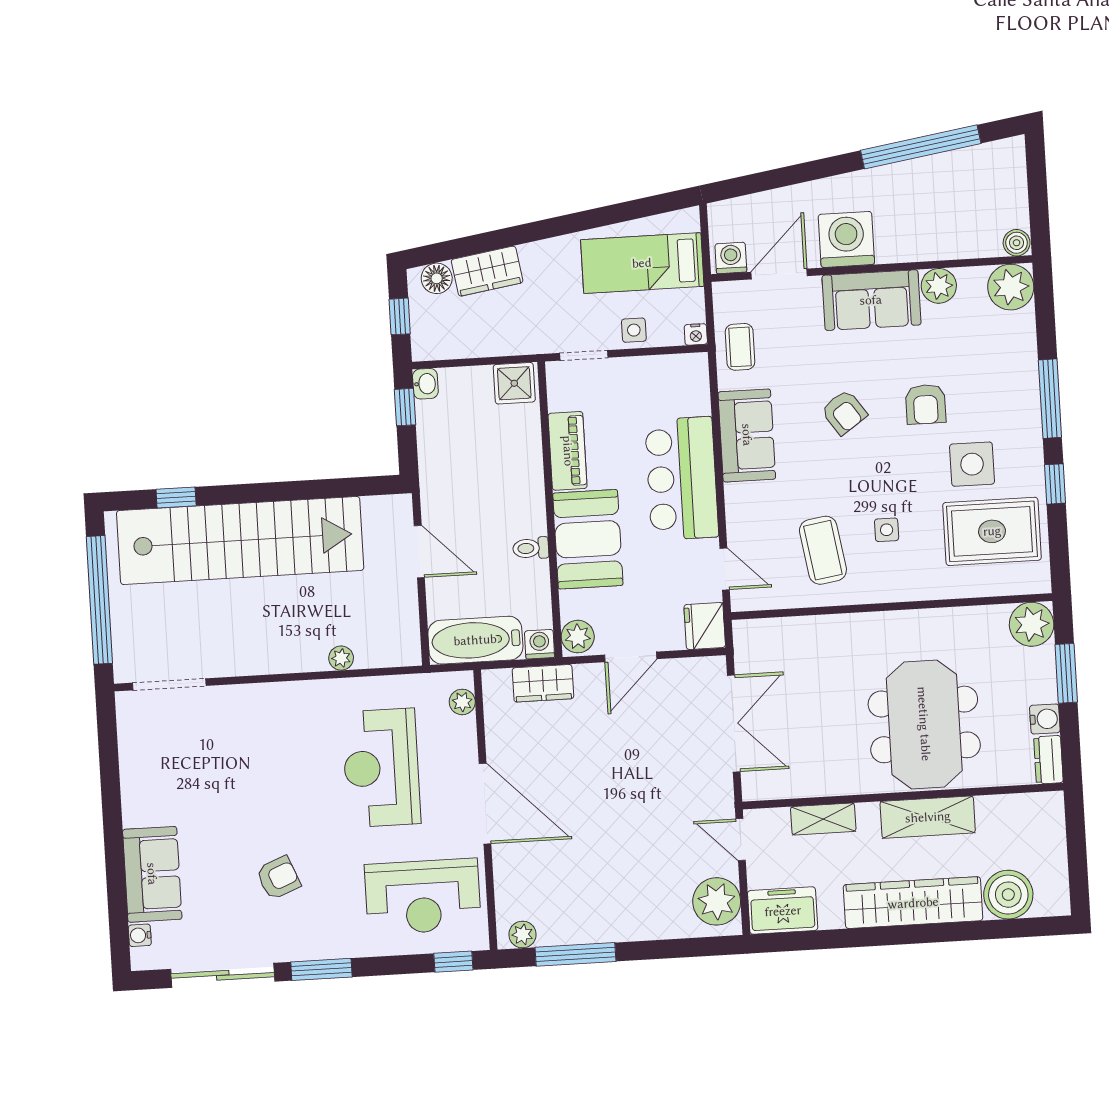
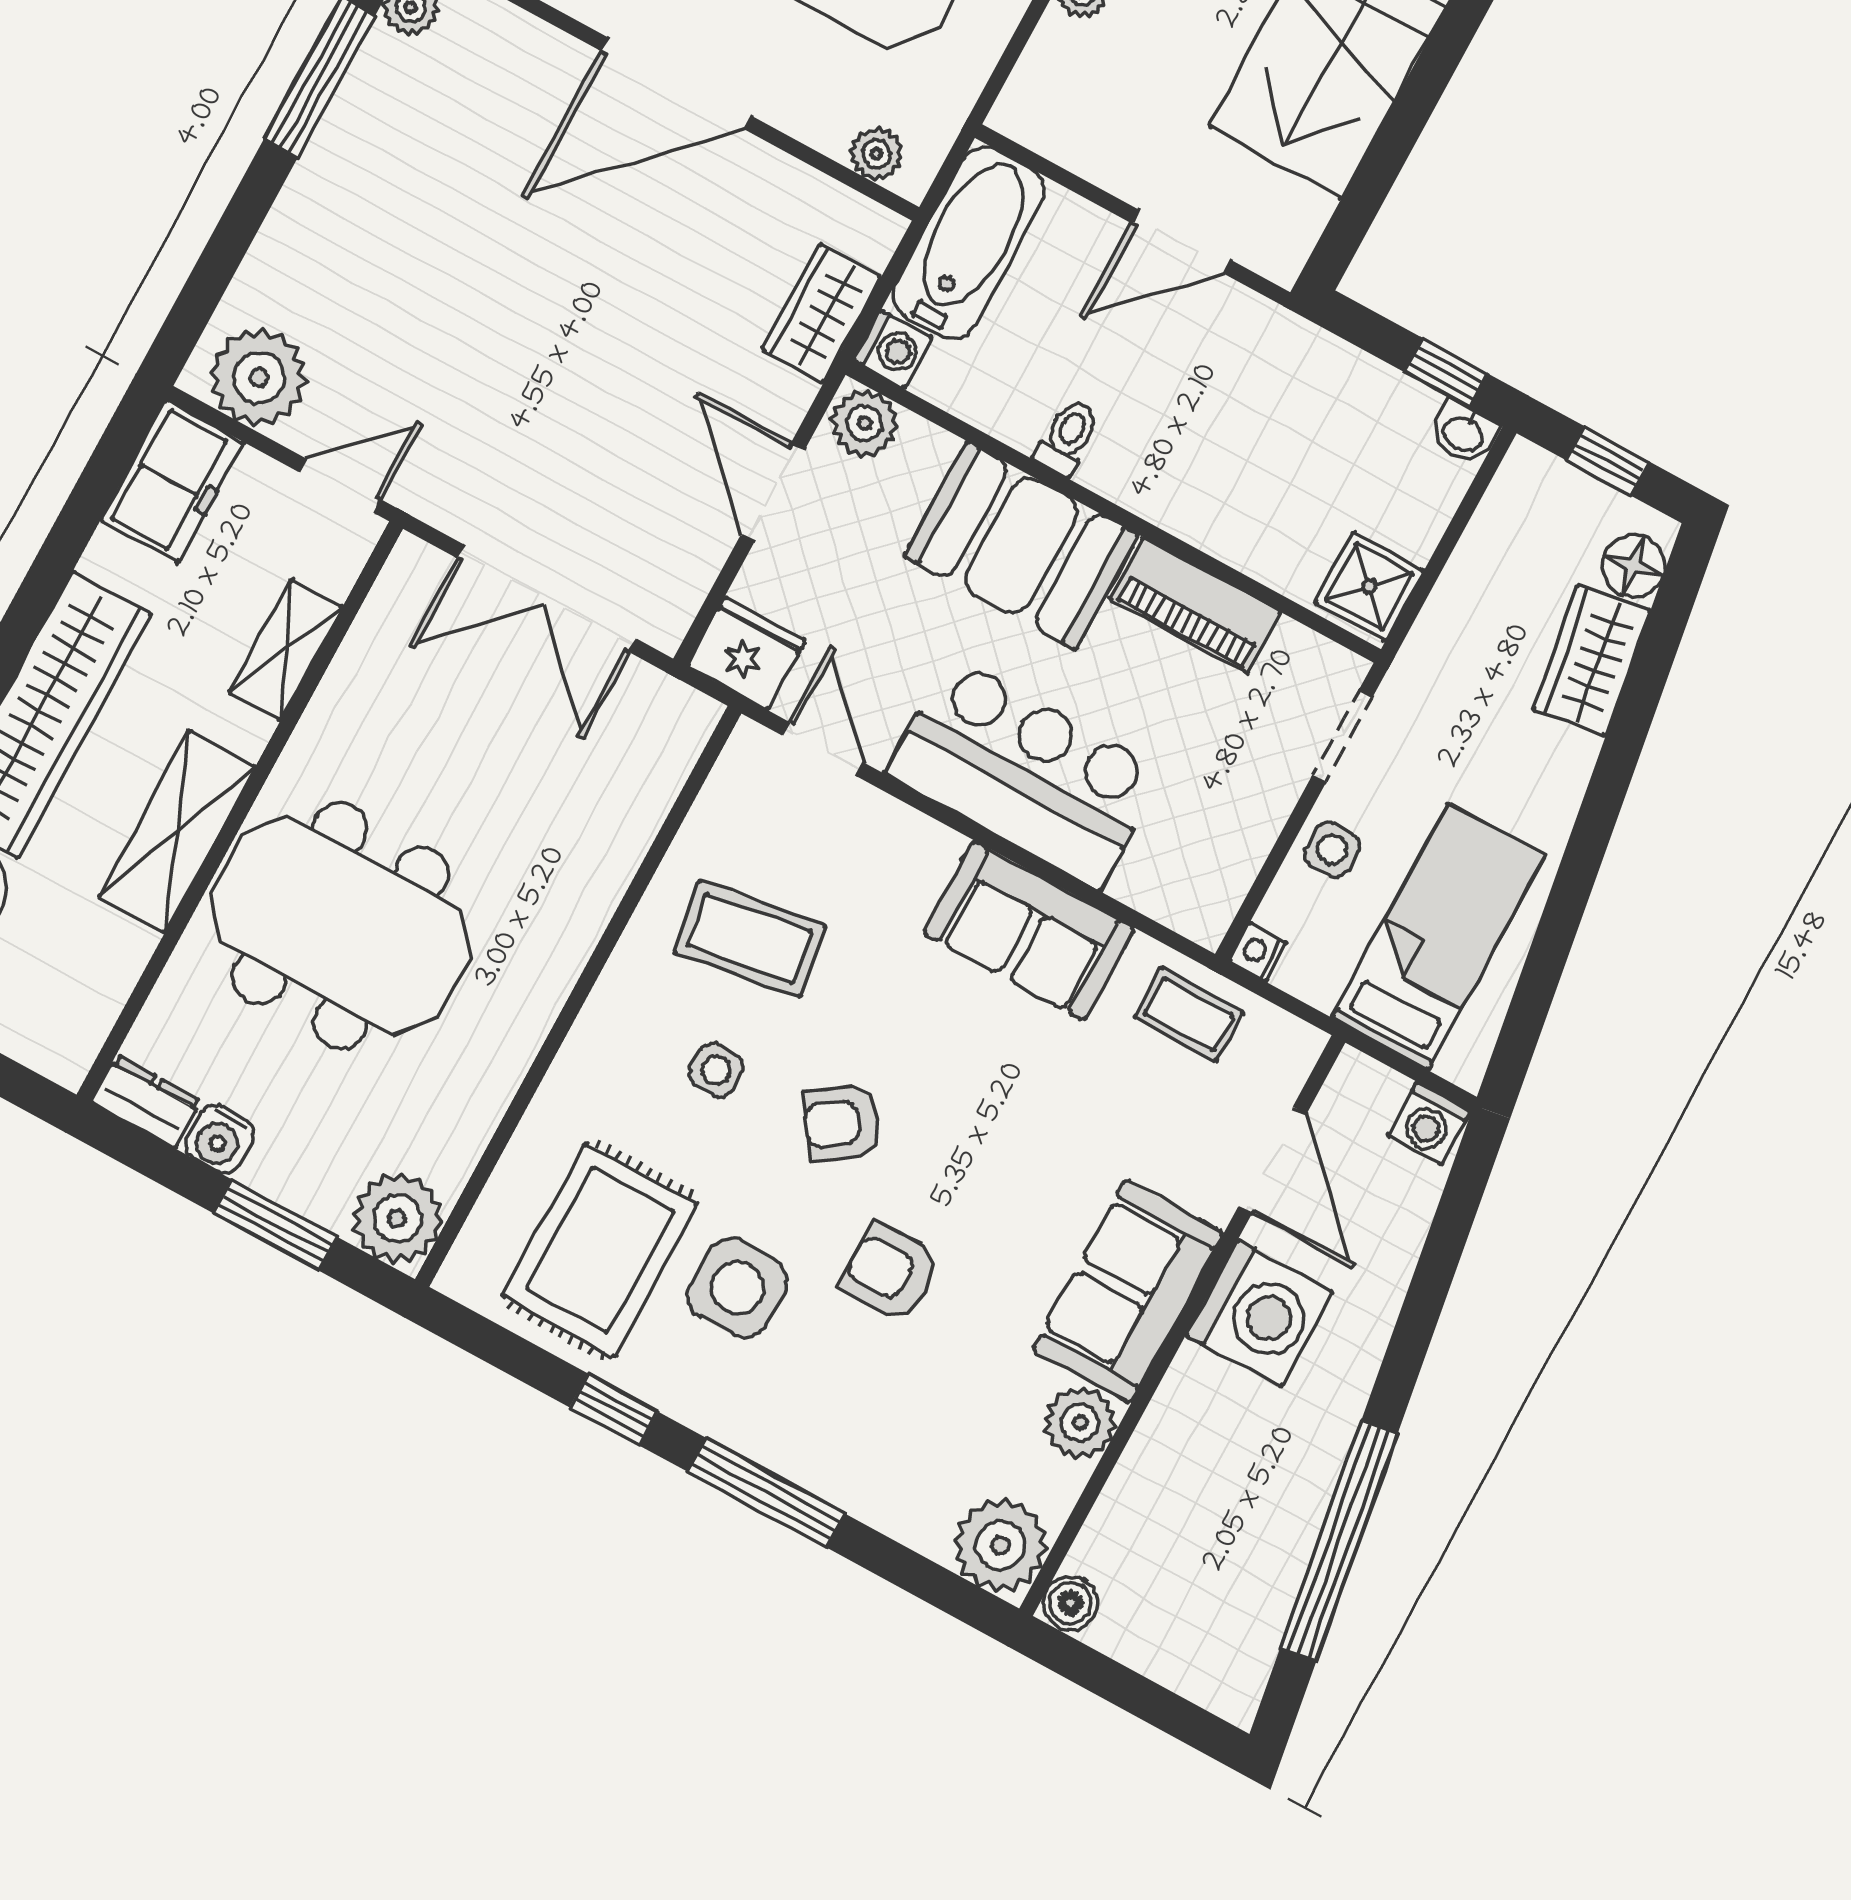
washing machine: (731, 258) -> (1429, 1123), moved, turned 90
armchair: (844, 412) -> (842, 1123), moved
door: (725, 569) -> (823, 749), swing flipped

